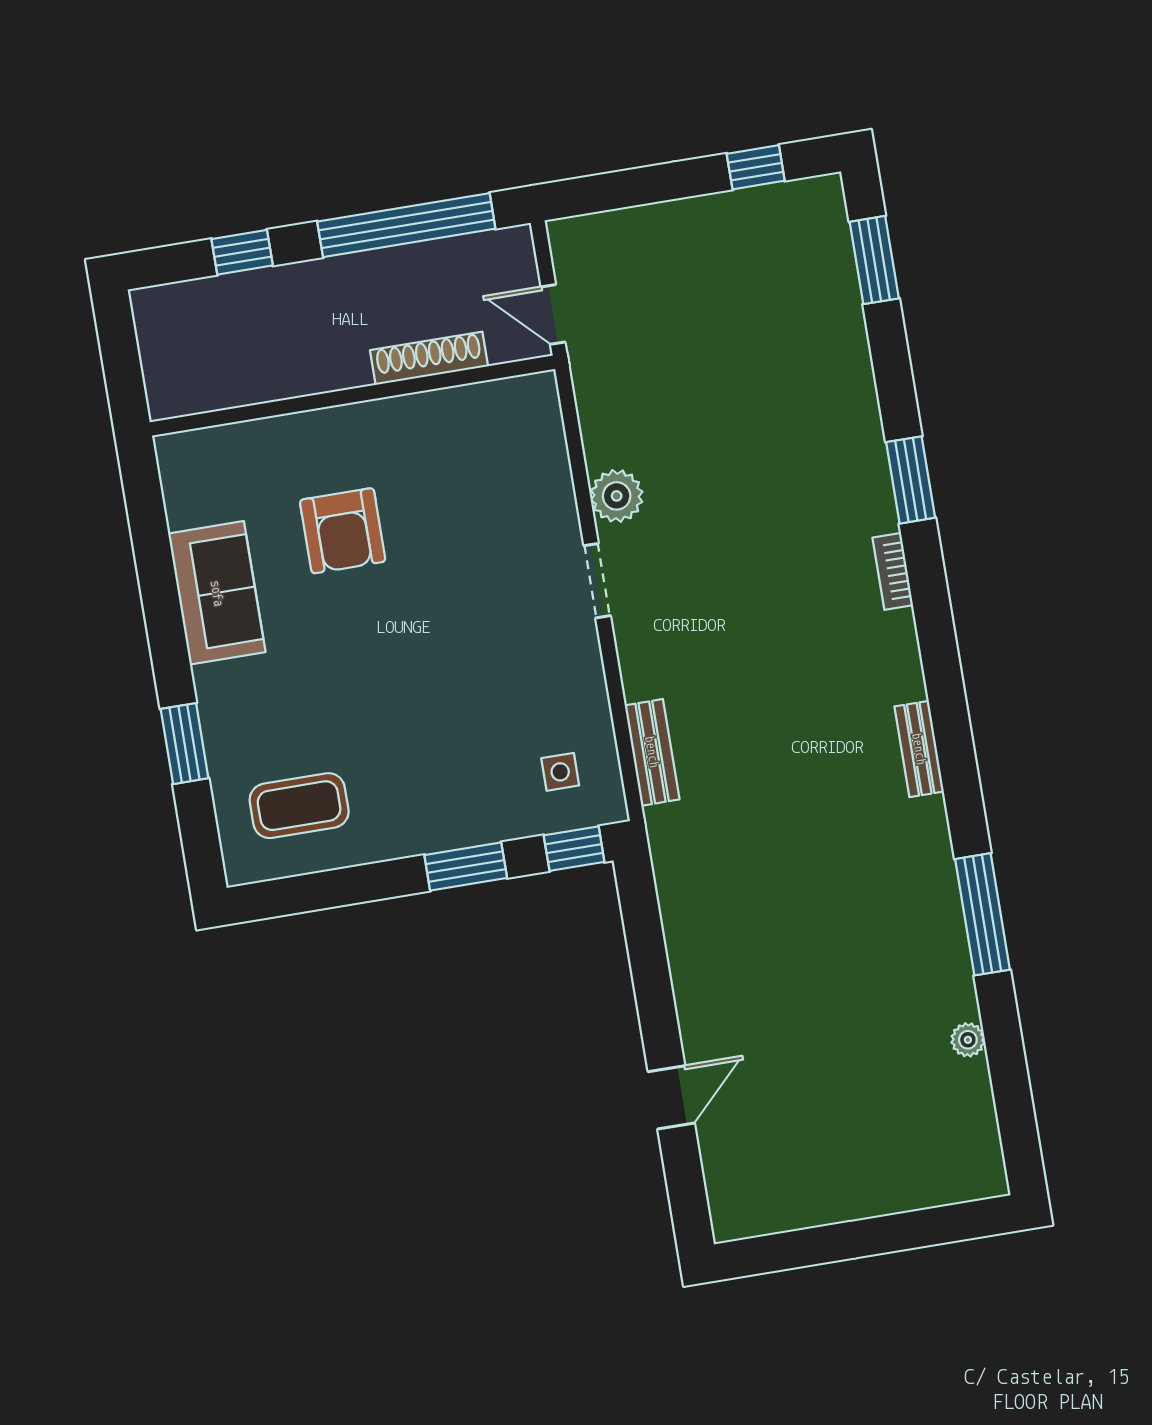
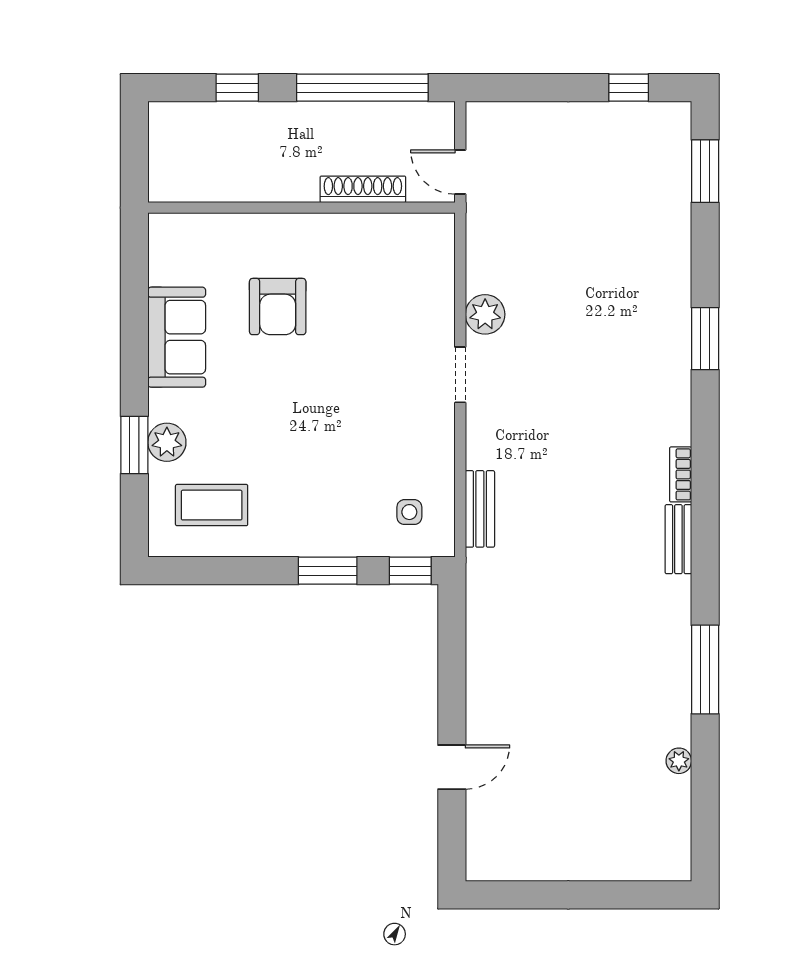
bookcase: (893, 571) -> (681, 474), moved
plant: (227, 733) -> (167, 442), added

